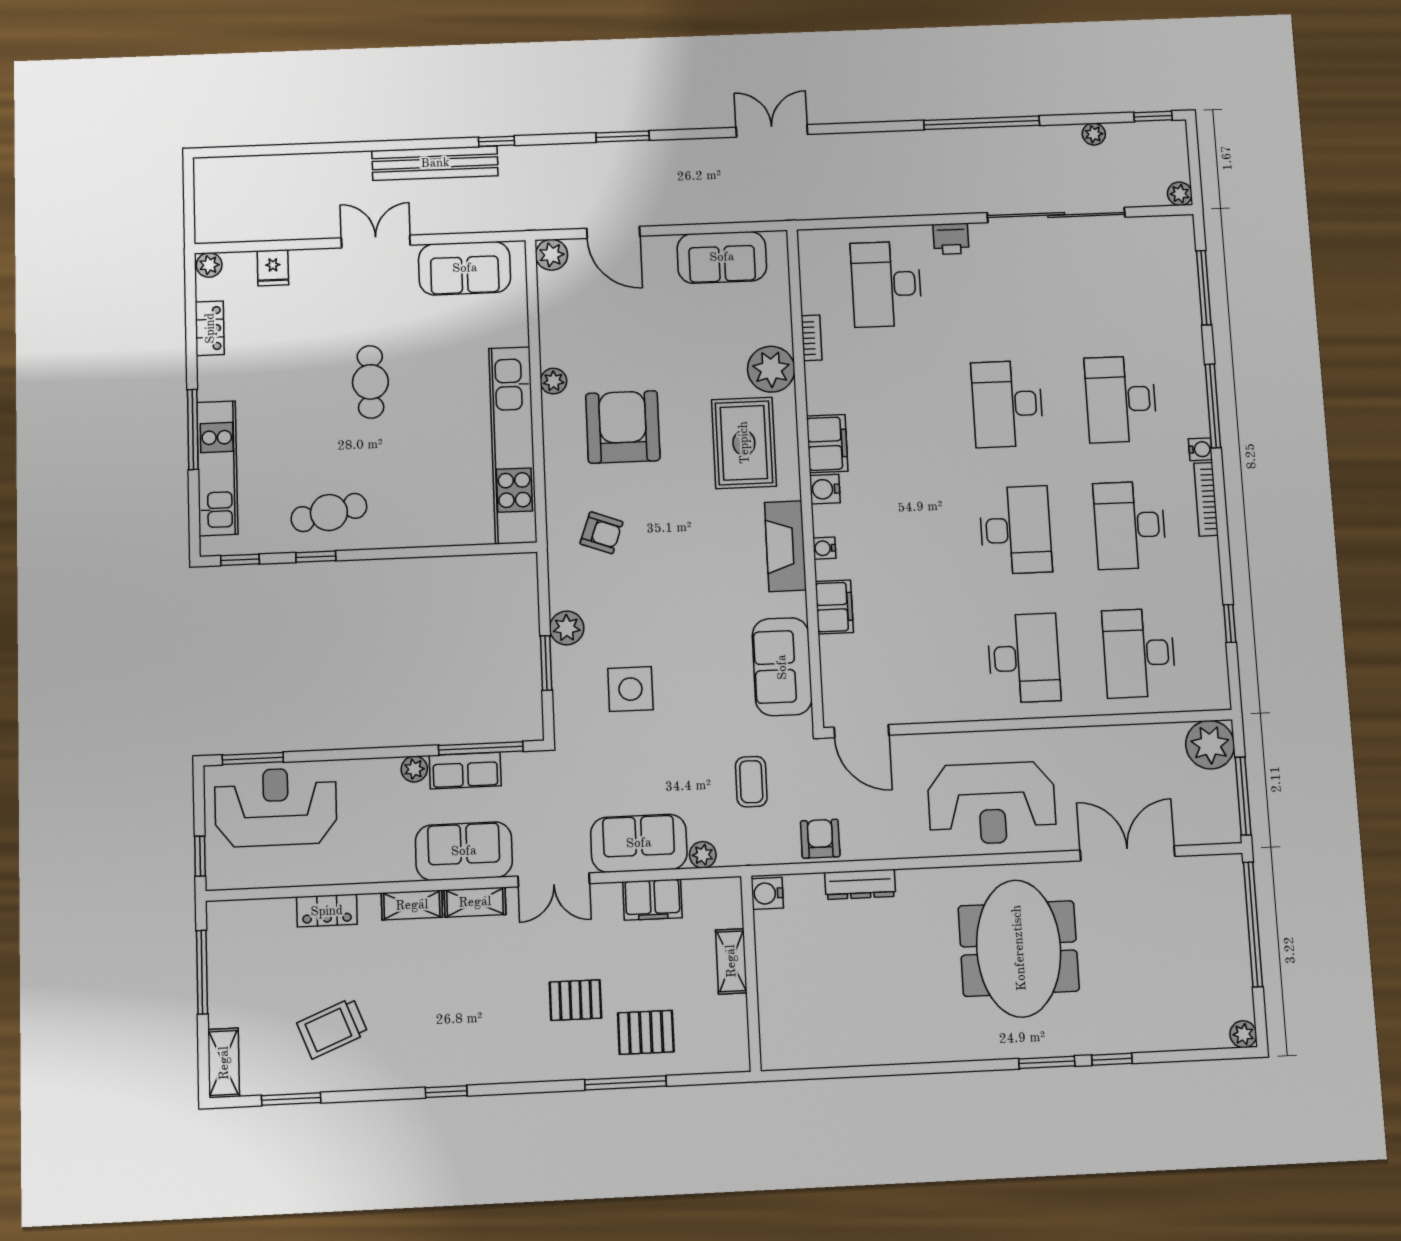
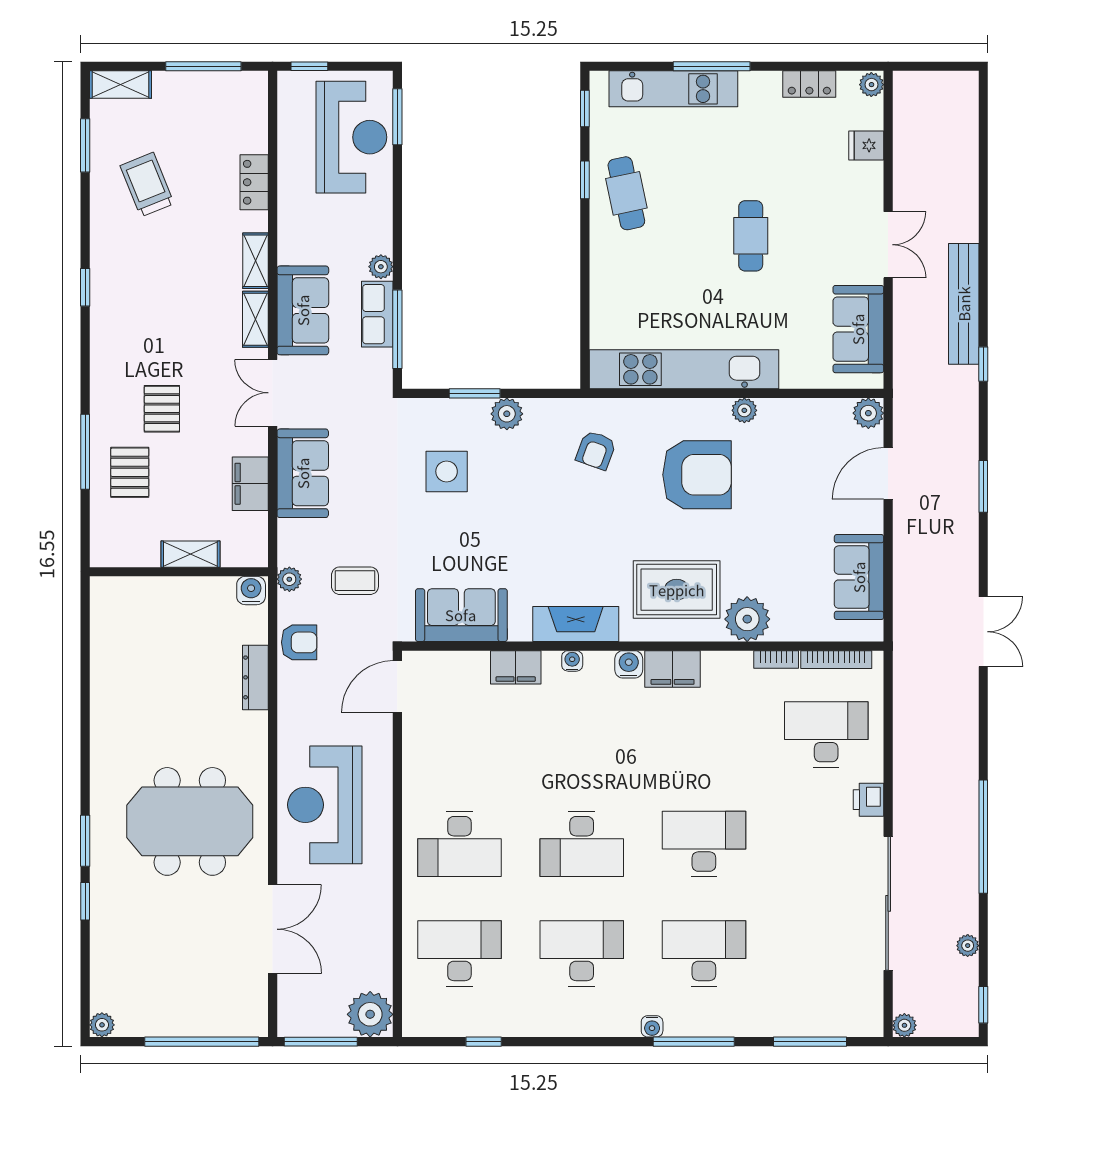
cafe table: (370, 382) -> (751, 236), turned 90
bookcase: (1206, 499) -> (836, 660), moved, turned 180
plant: (703, 855) -> (289, 579), moved

